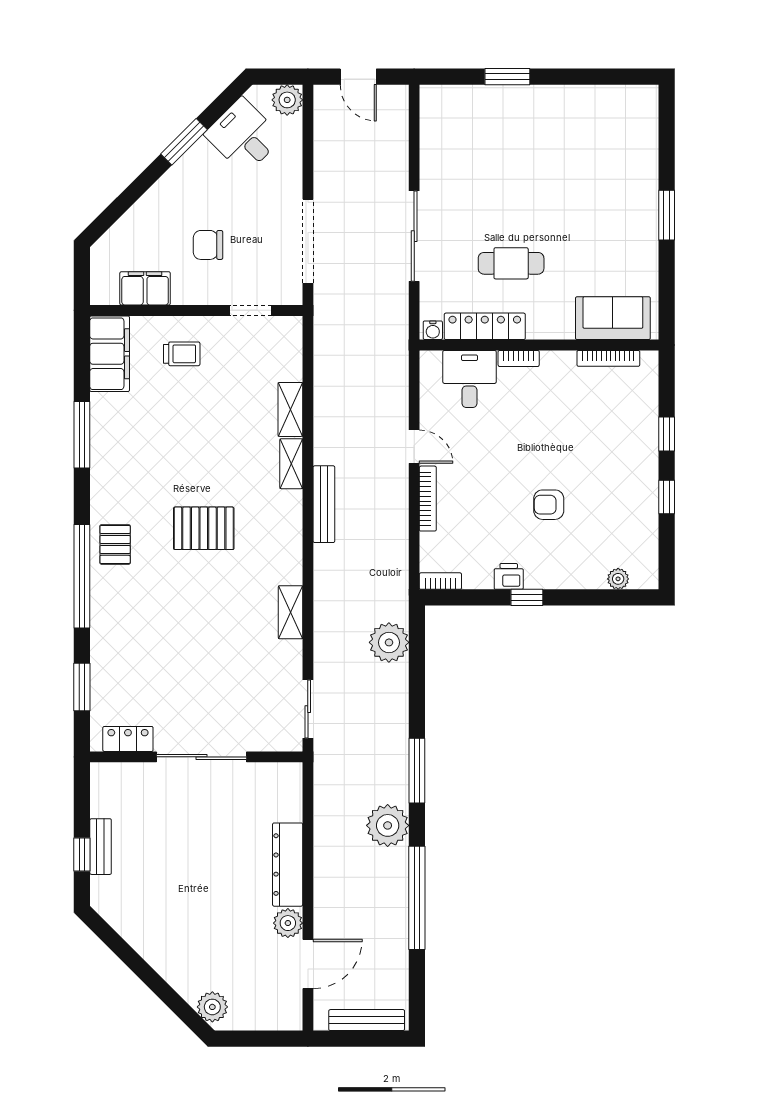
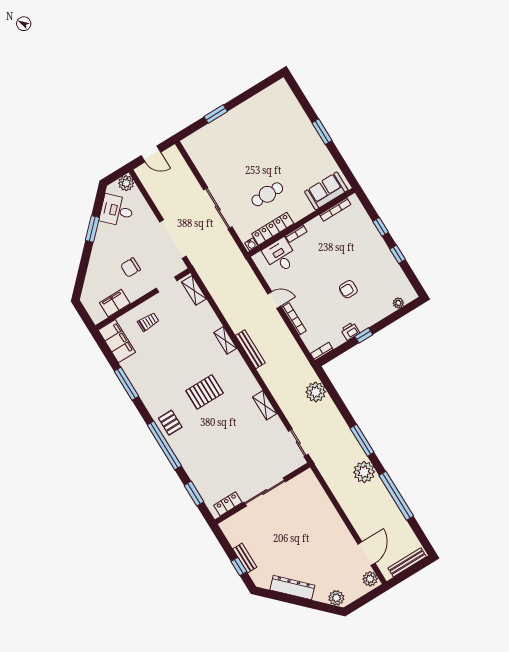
shelving: (290, 409) -> (194, 290), moved
dresser: (288, 865) -> (292, 588), moved, turned 135
plant: (288, 923) -> (370, 579), moved

